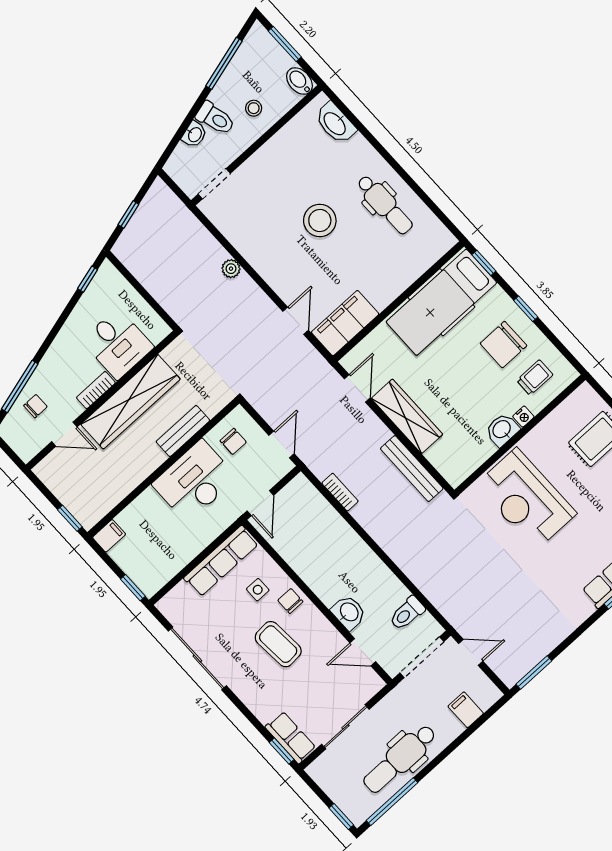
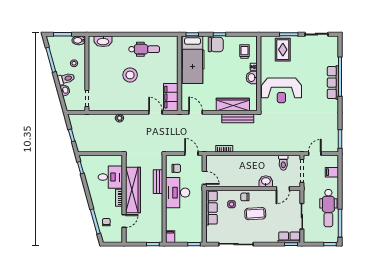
chair: (503, 345) -> (216, 44), moved, turned -90
wardrobe: (407, 416) -> (233, 104), moved

